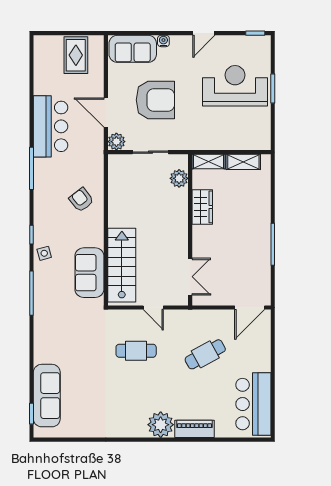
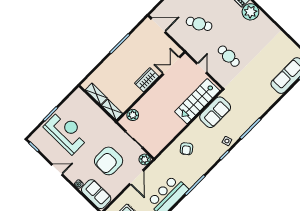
reception desk: (235, 86) -> (66, 132), turned 180
armchair: (155, 100) -> (109, 161), turned -90
wardrobe: (202, 207) -> (147, 80), moved

